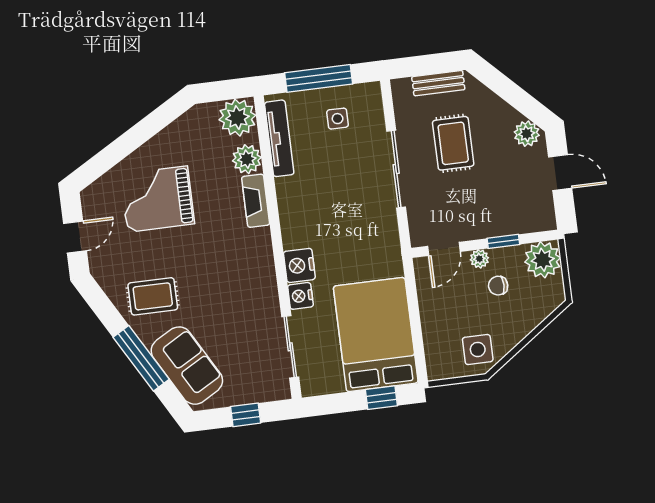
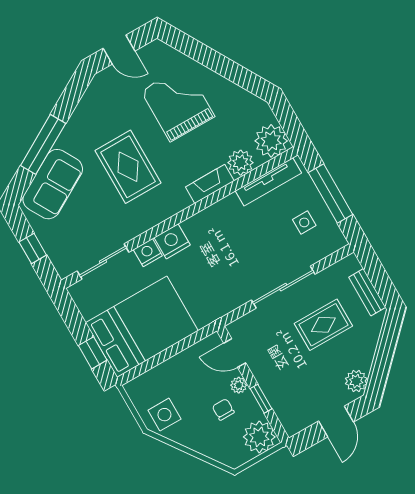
rug: (153, 296) -> (128, 167), moved, width x1.36, depth x1.43

